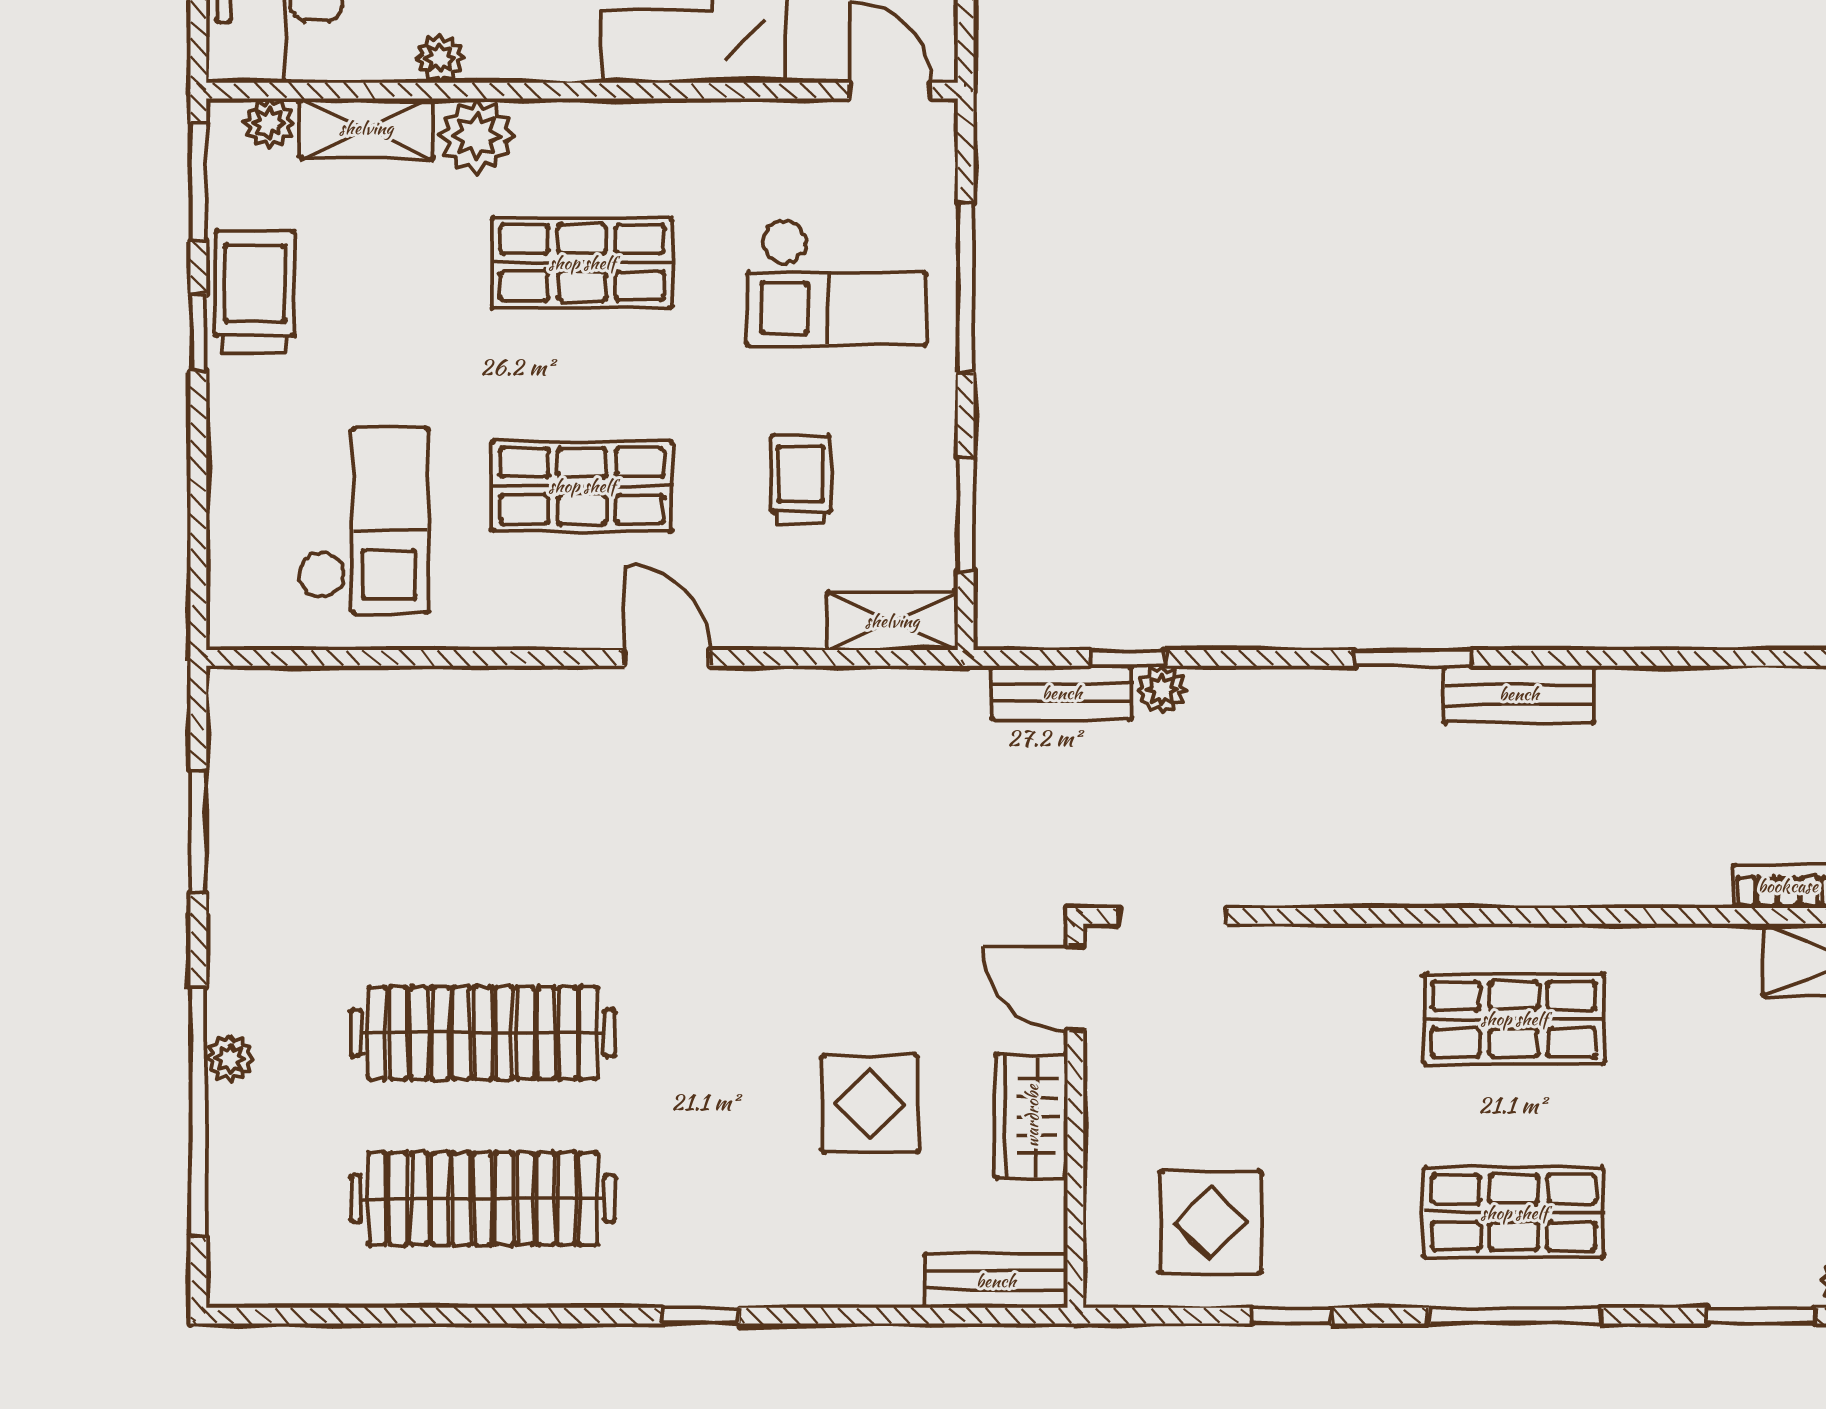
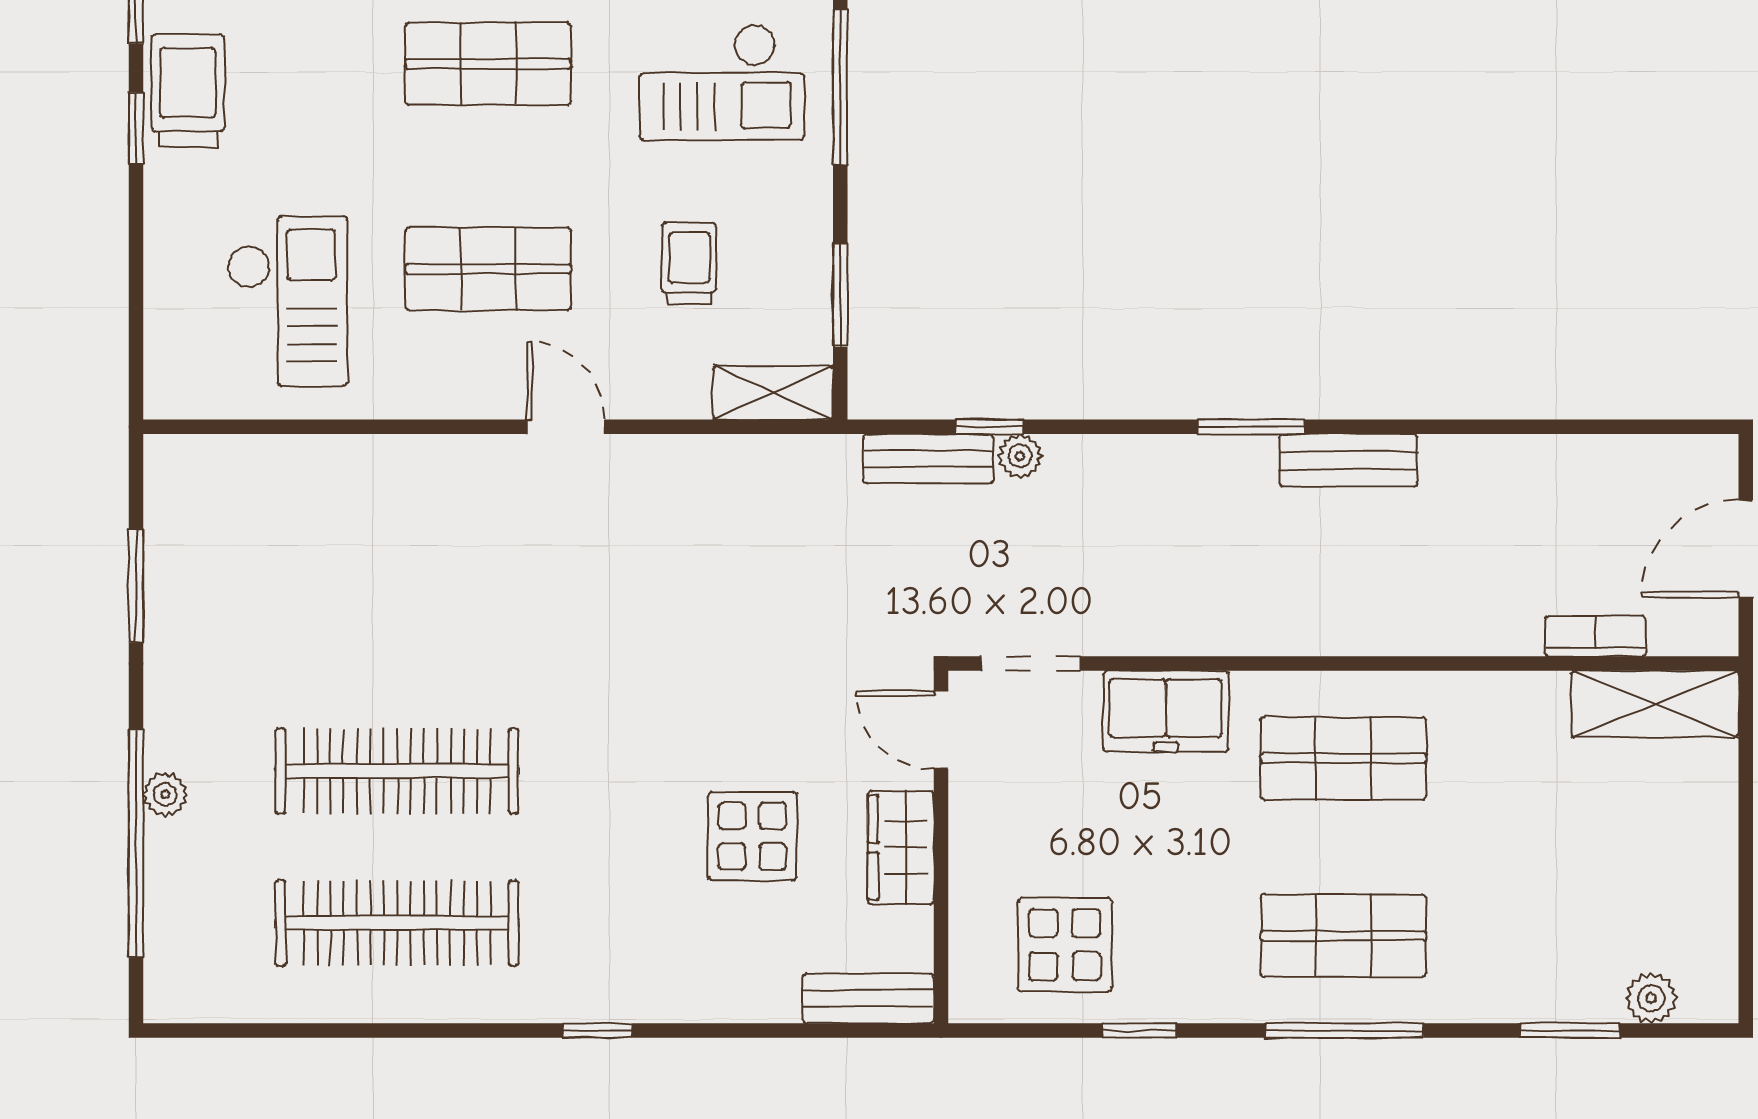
freezer: (1320, 968) -> (1166, 711), added

